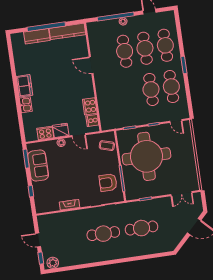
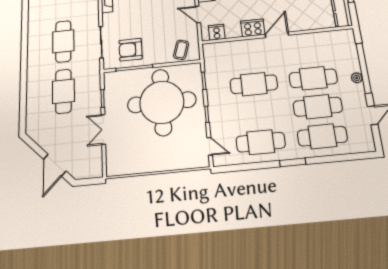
door: (91, 65) -> (277, 35), moved
cafe table: (151, 89) -> (254, 84), moved
cooker: (90, 106) -> (253, 28), moved
door: (176, 121) -> (210, 146), swing flipped
door: (79, 135) -> (198, 15), hinge flipped
armchair: (108, 183) -> (131, 50), turned -90
double door: (181, 194) -> (103, 129), moved

